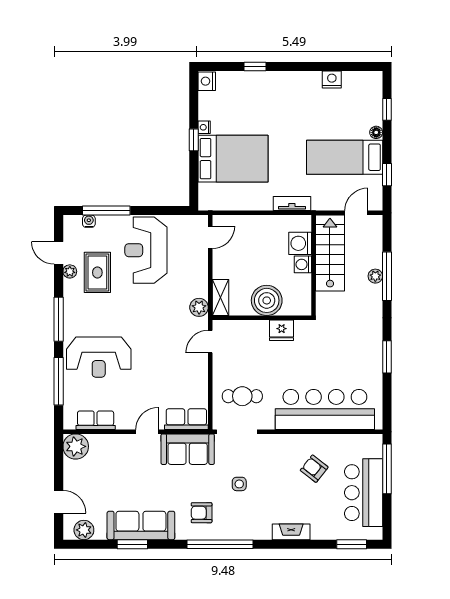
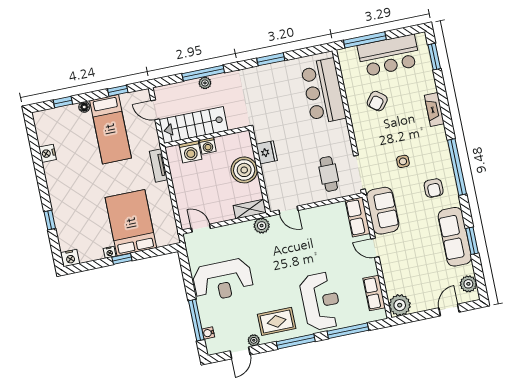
rug: (97, 272) -> (277, 321), moved
bar counter: (325, 409) -> (323, 91), width x0.73

